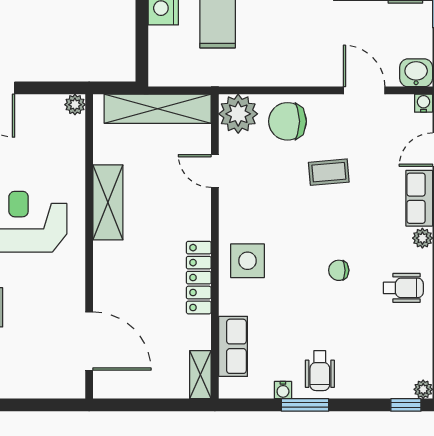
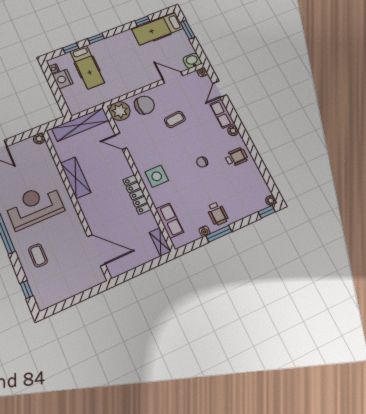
chair: (287, 121) -> (144, 105), turned 180

